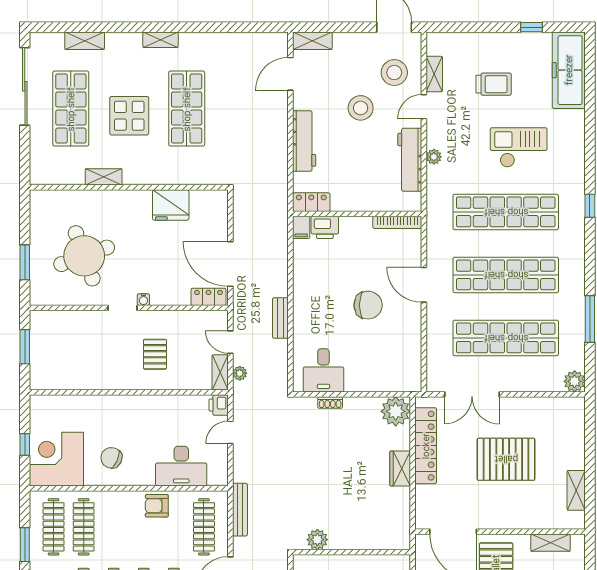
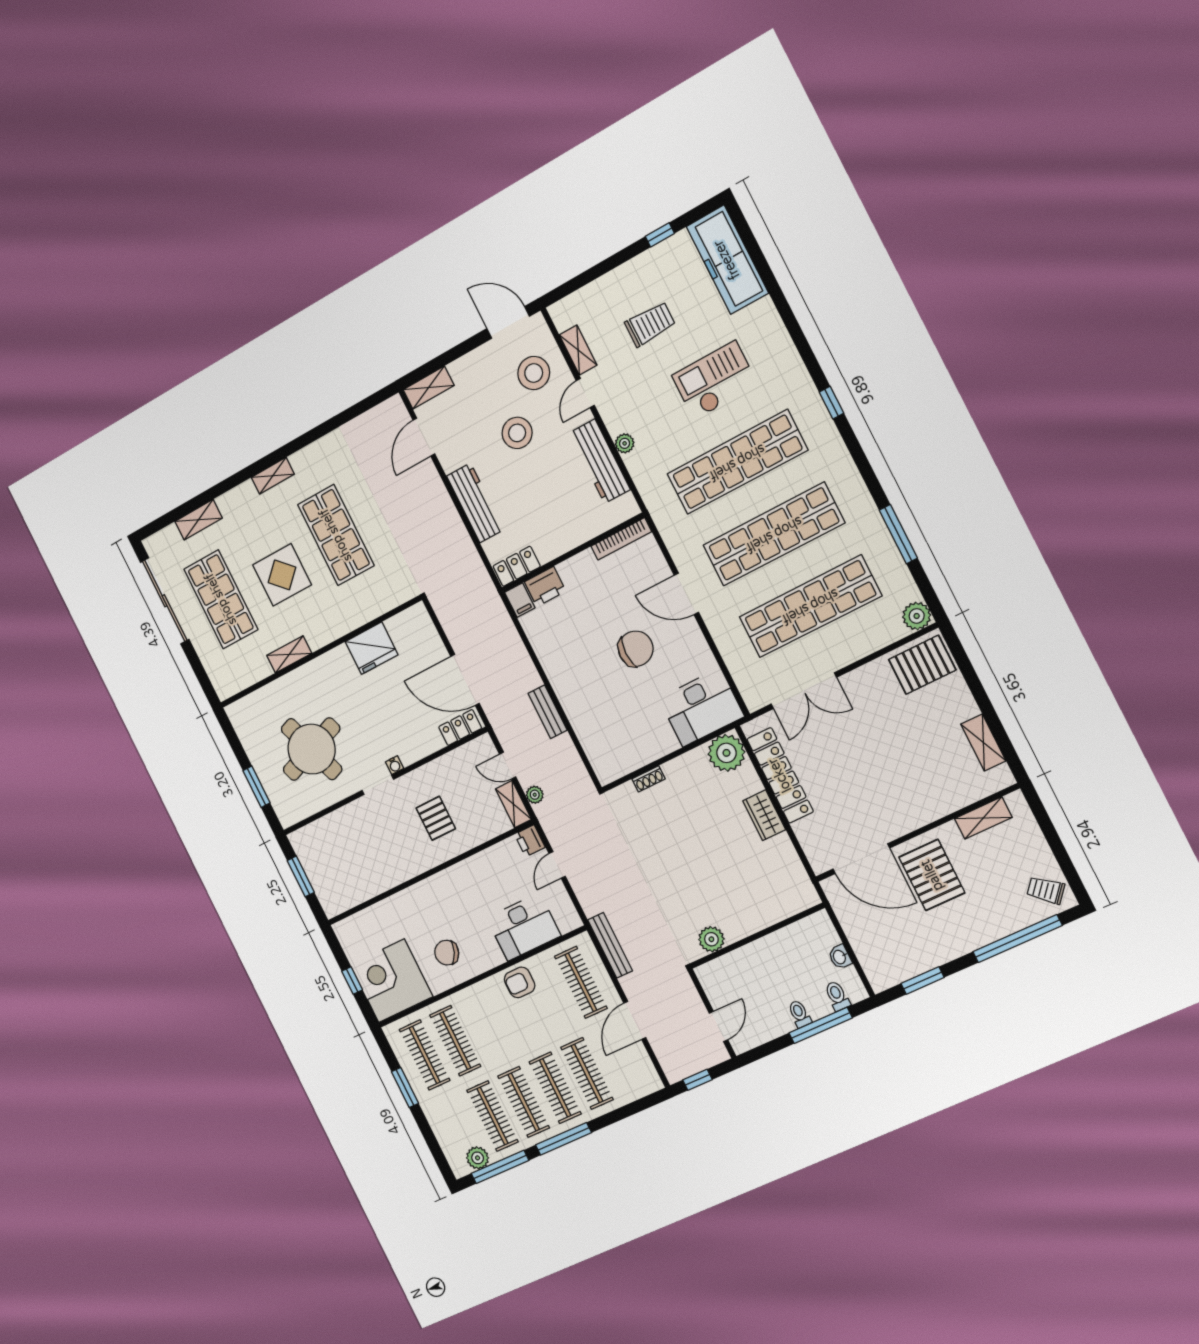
desk: (323, 370) -> (701, 707), moved, width x1.37
pallet: (506, 459) -> (922, 665), moved, width x0.73, depth x0.71

